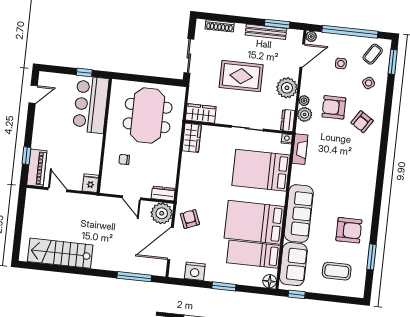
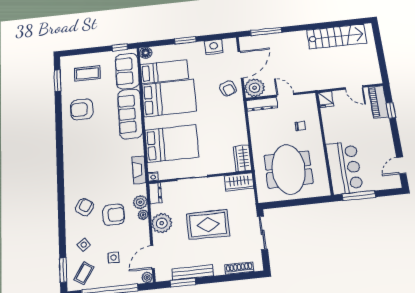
window: (84, 72) -> (359, 196), width x2.17
dresser: (163, 193) -> (262, 104), width x1.44
window: (371, 257) -> (58, 81), moved

